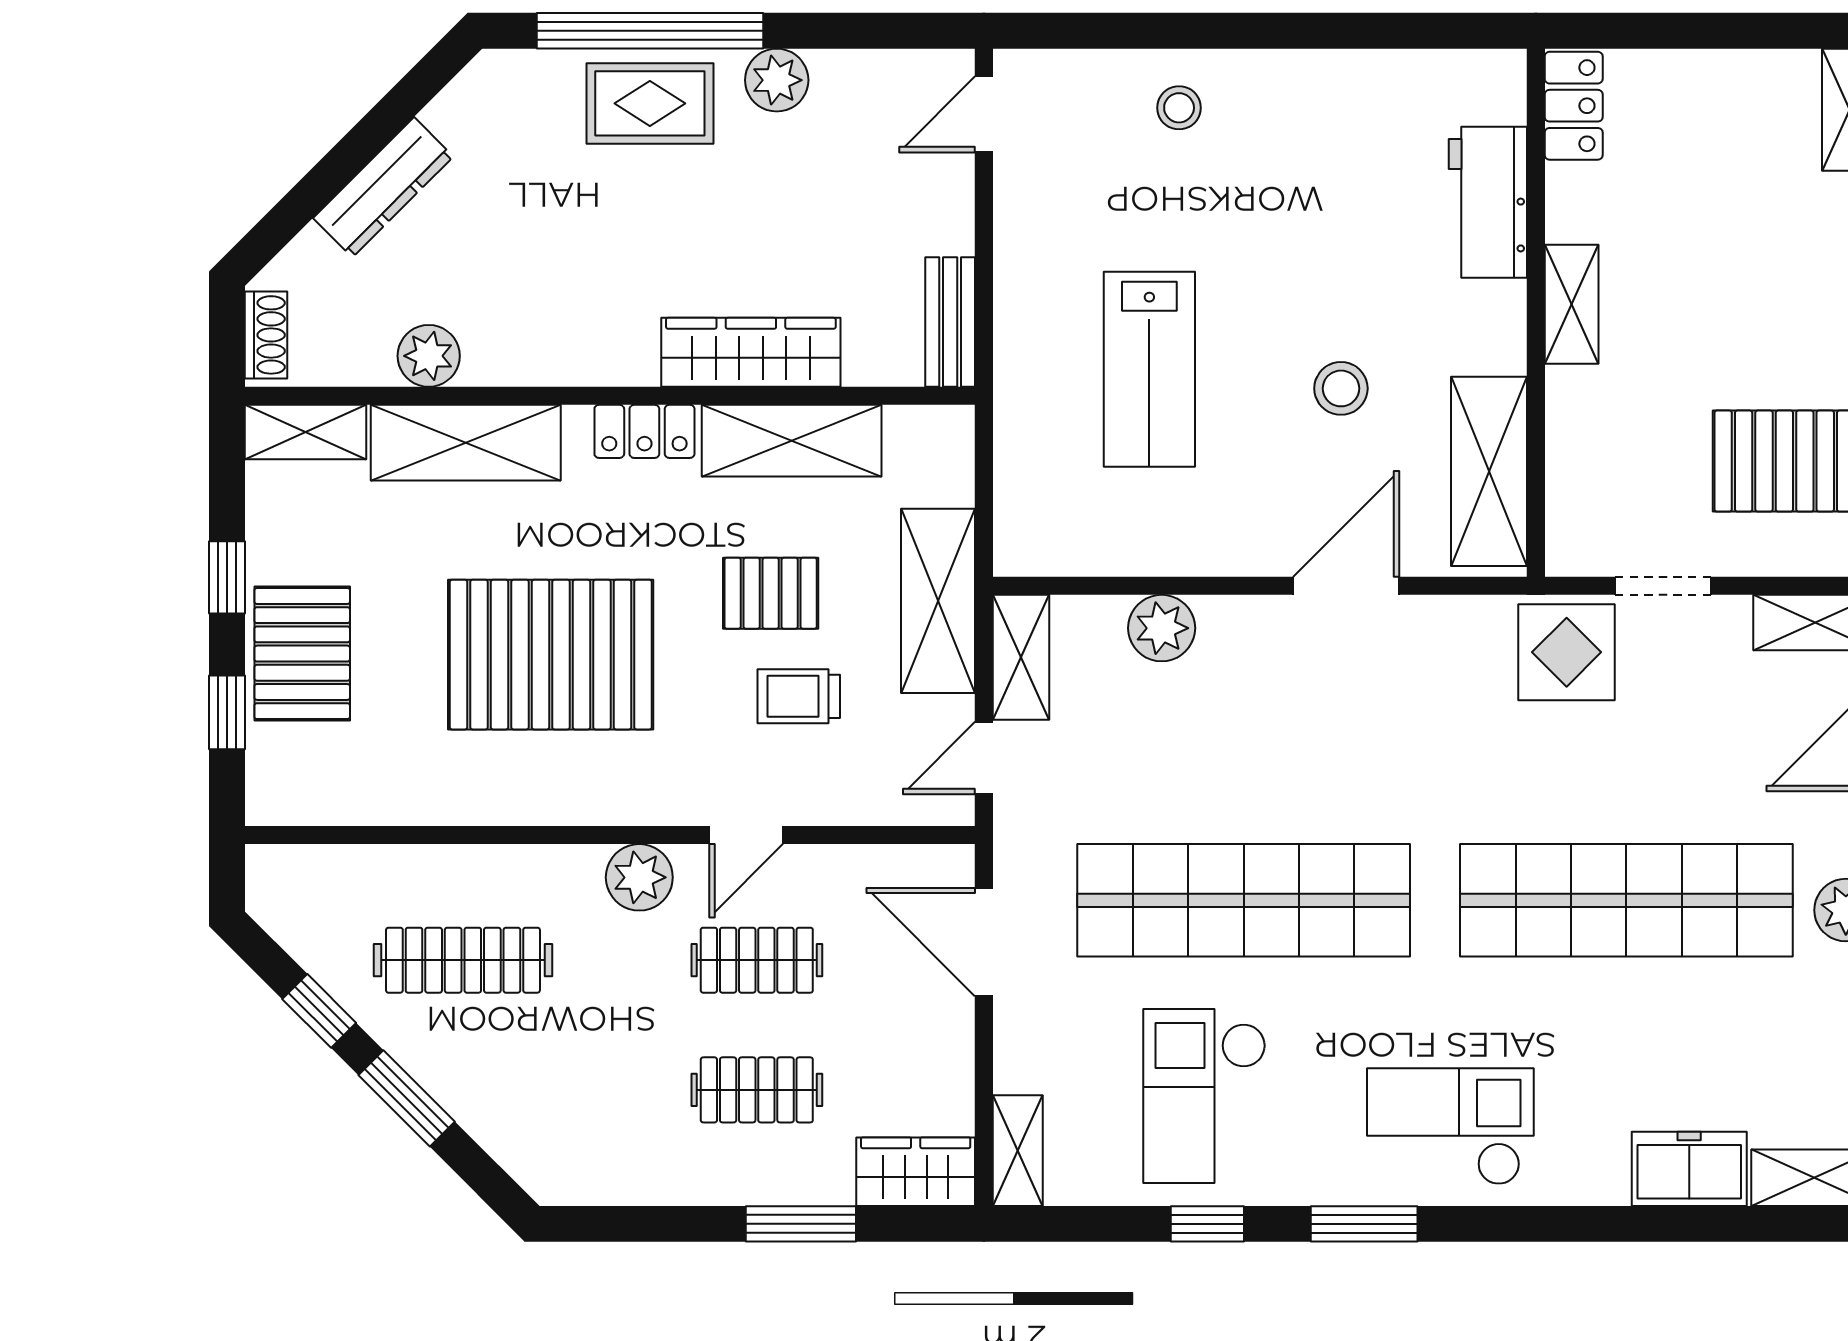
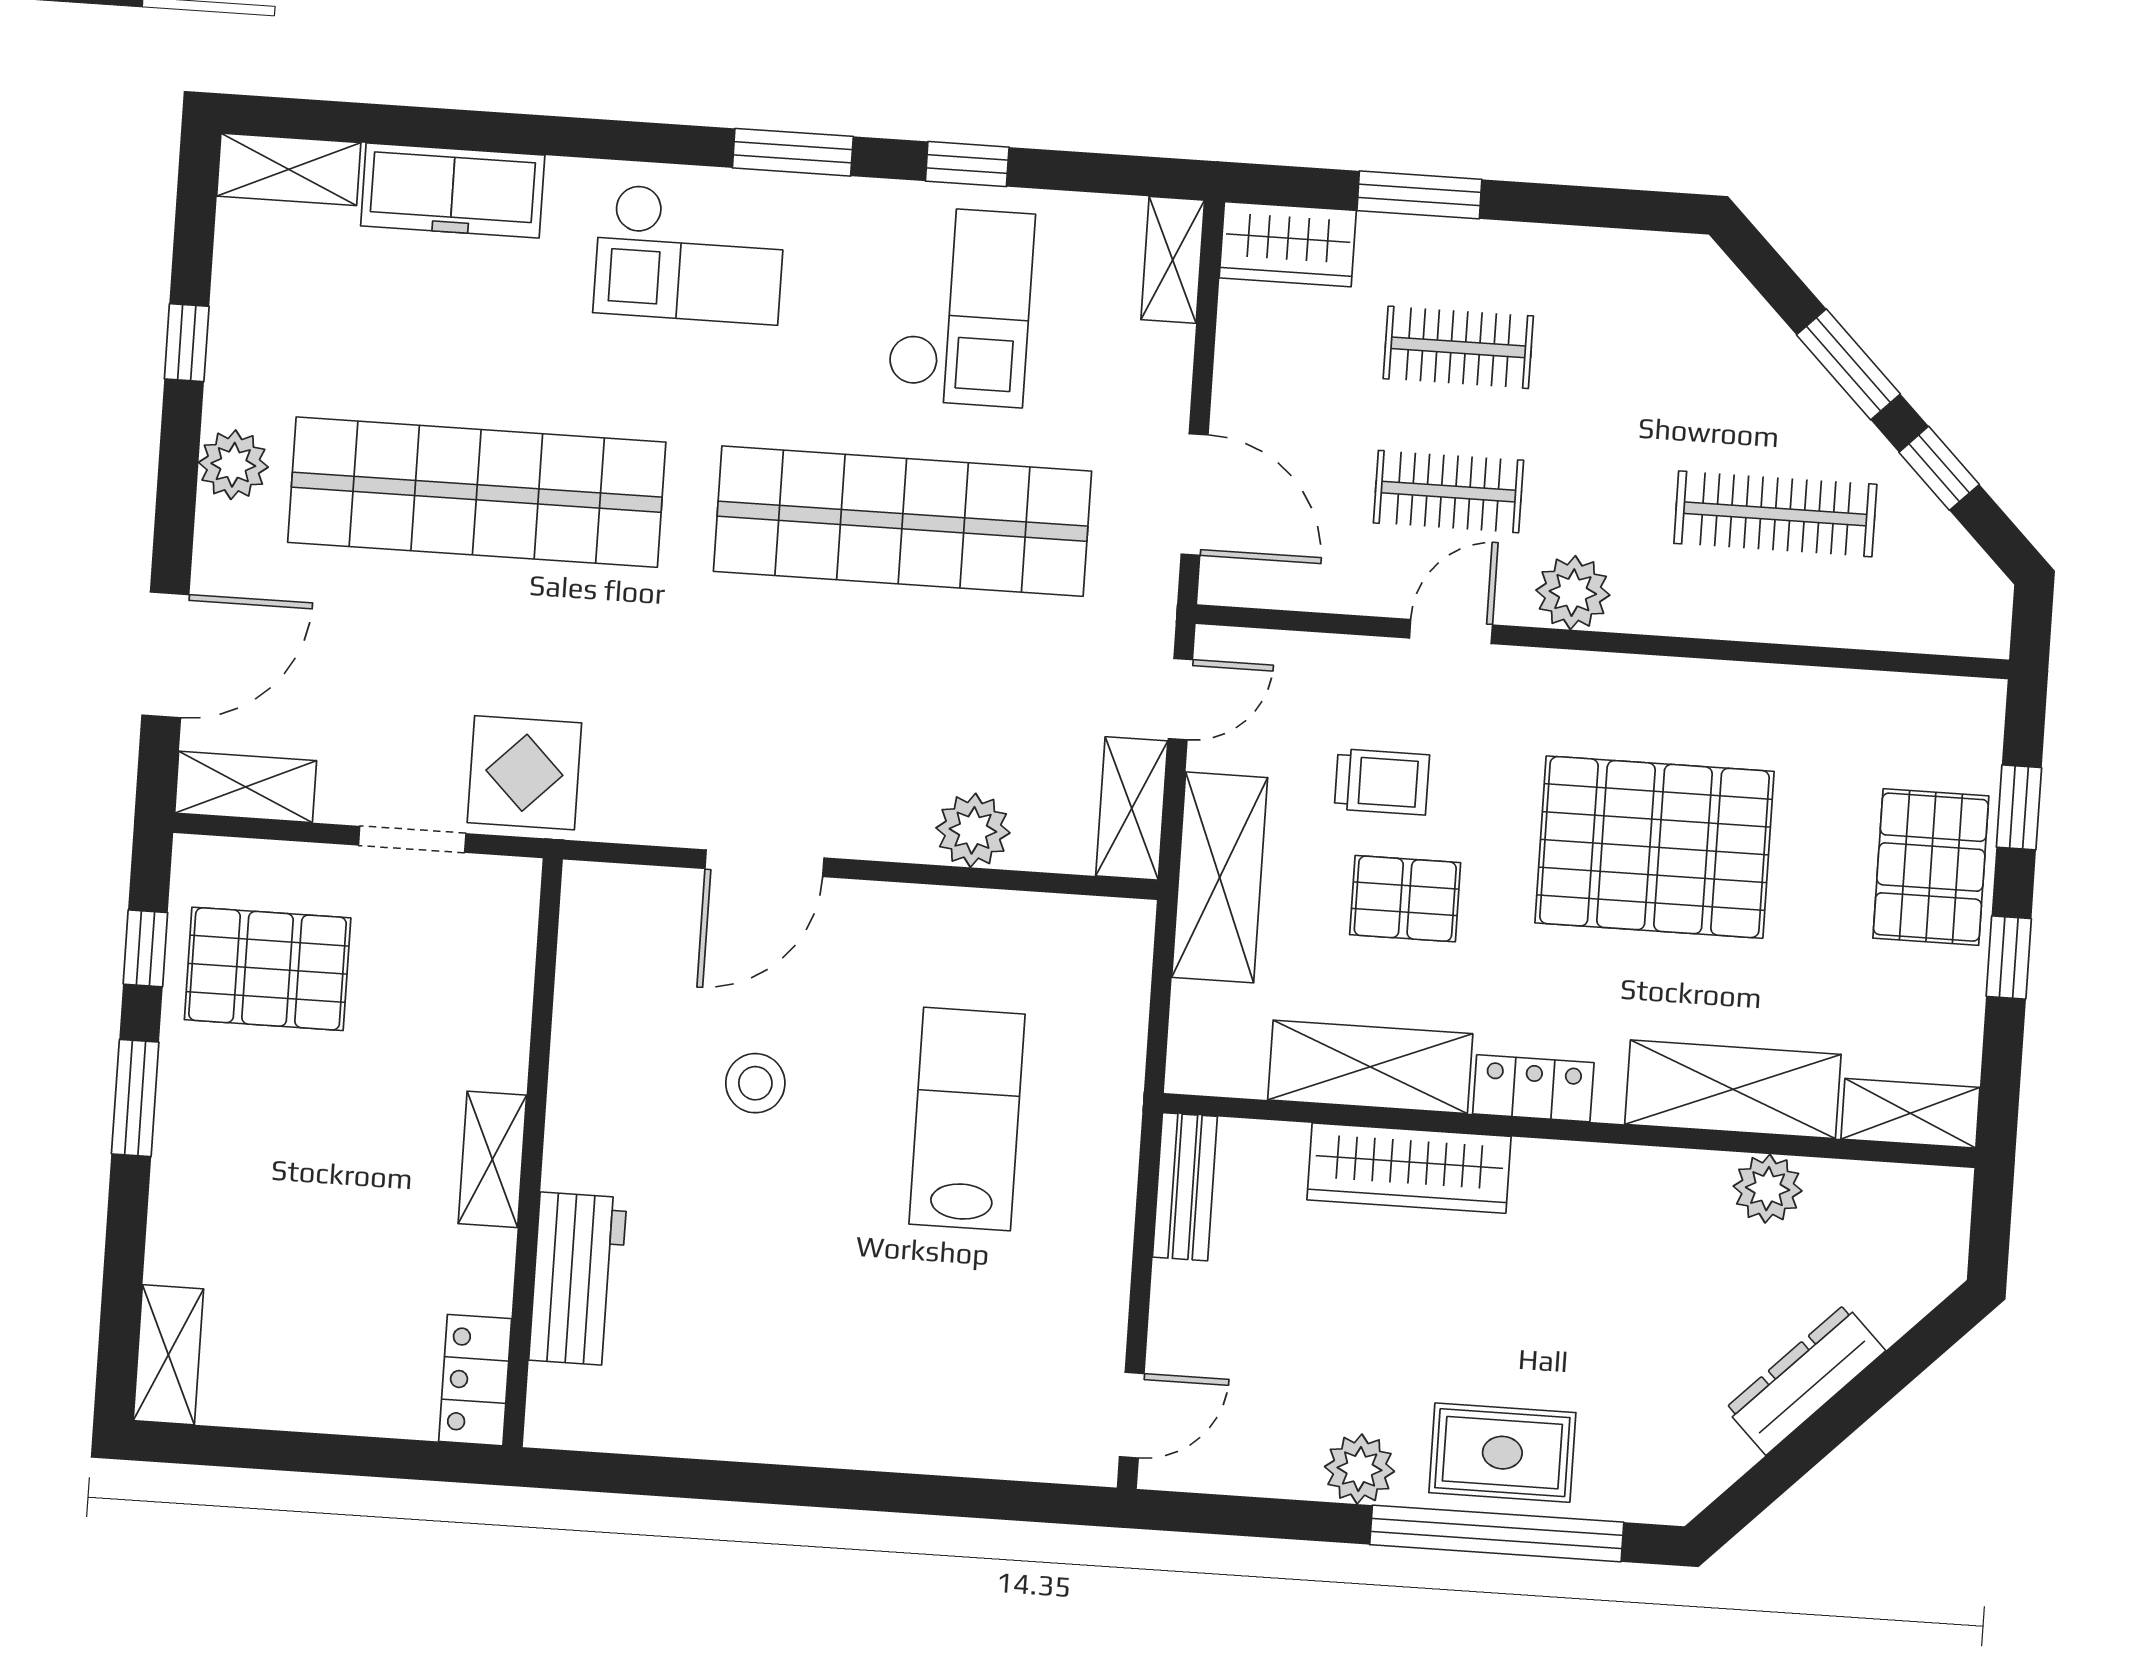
stool: (1179, 108) -> (914, 1408), removed
shoe rack: (266, 335) -> (1947, 1224), removed
shelving: (1489, 471) -> (597, 980), removed
freezer: (1689, 1169) -> (453, 191), width x1.40

